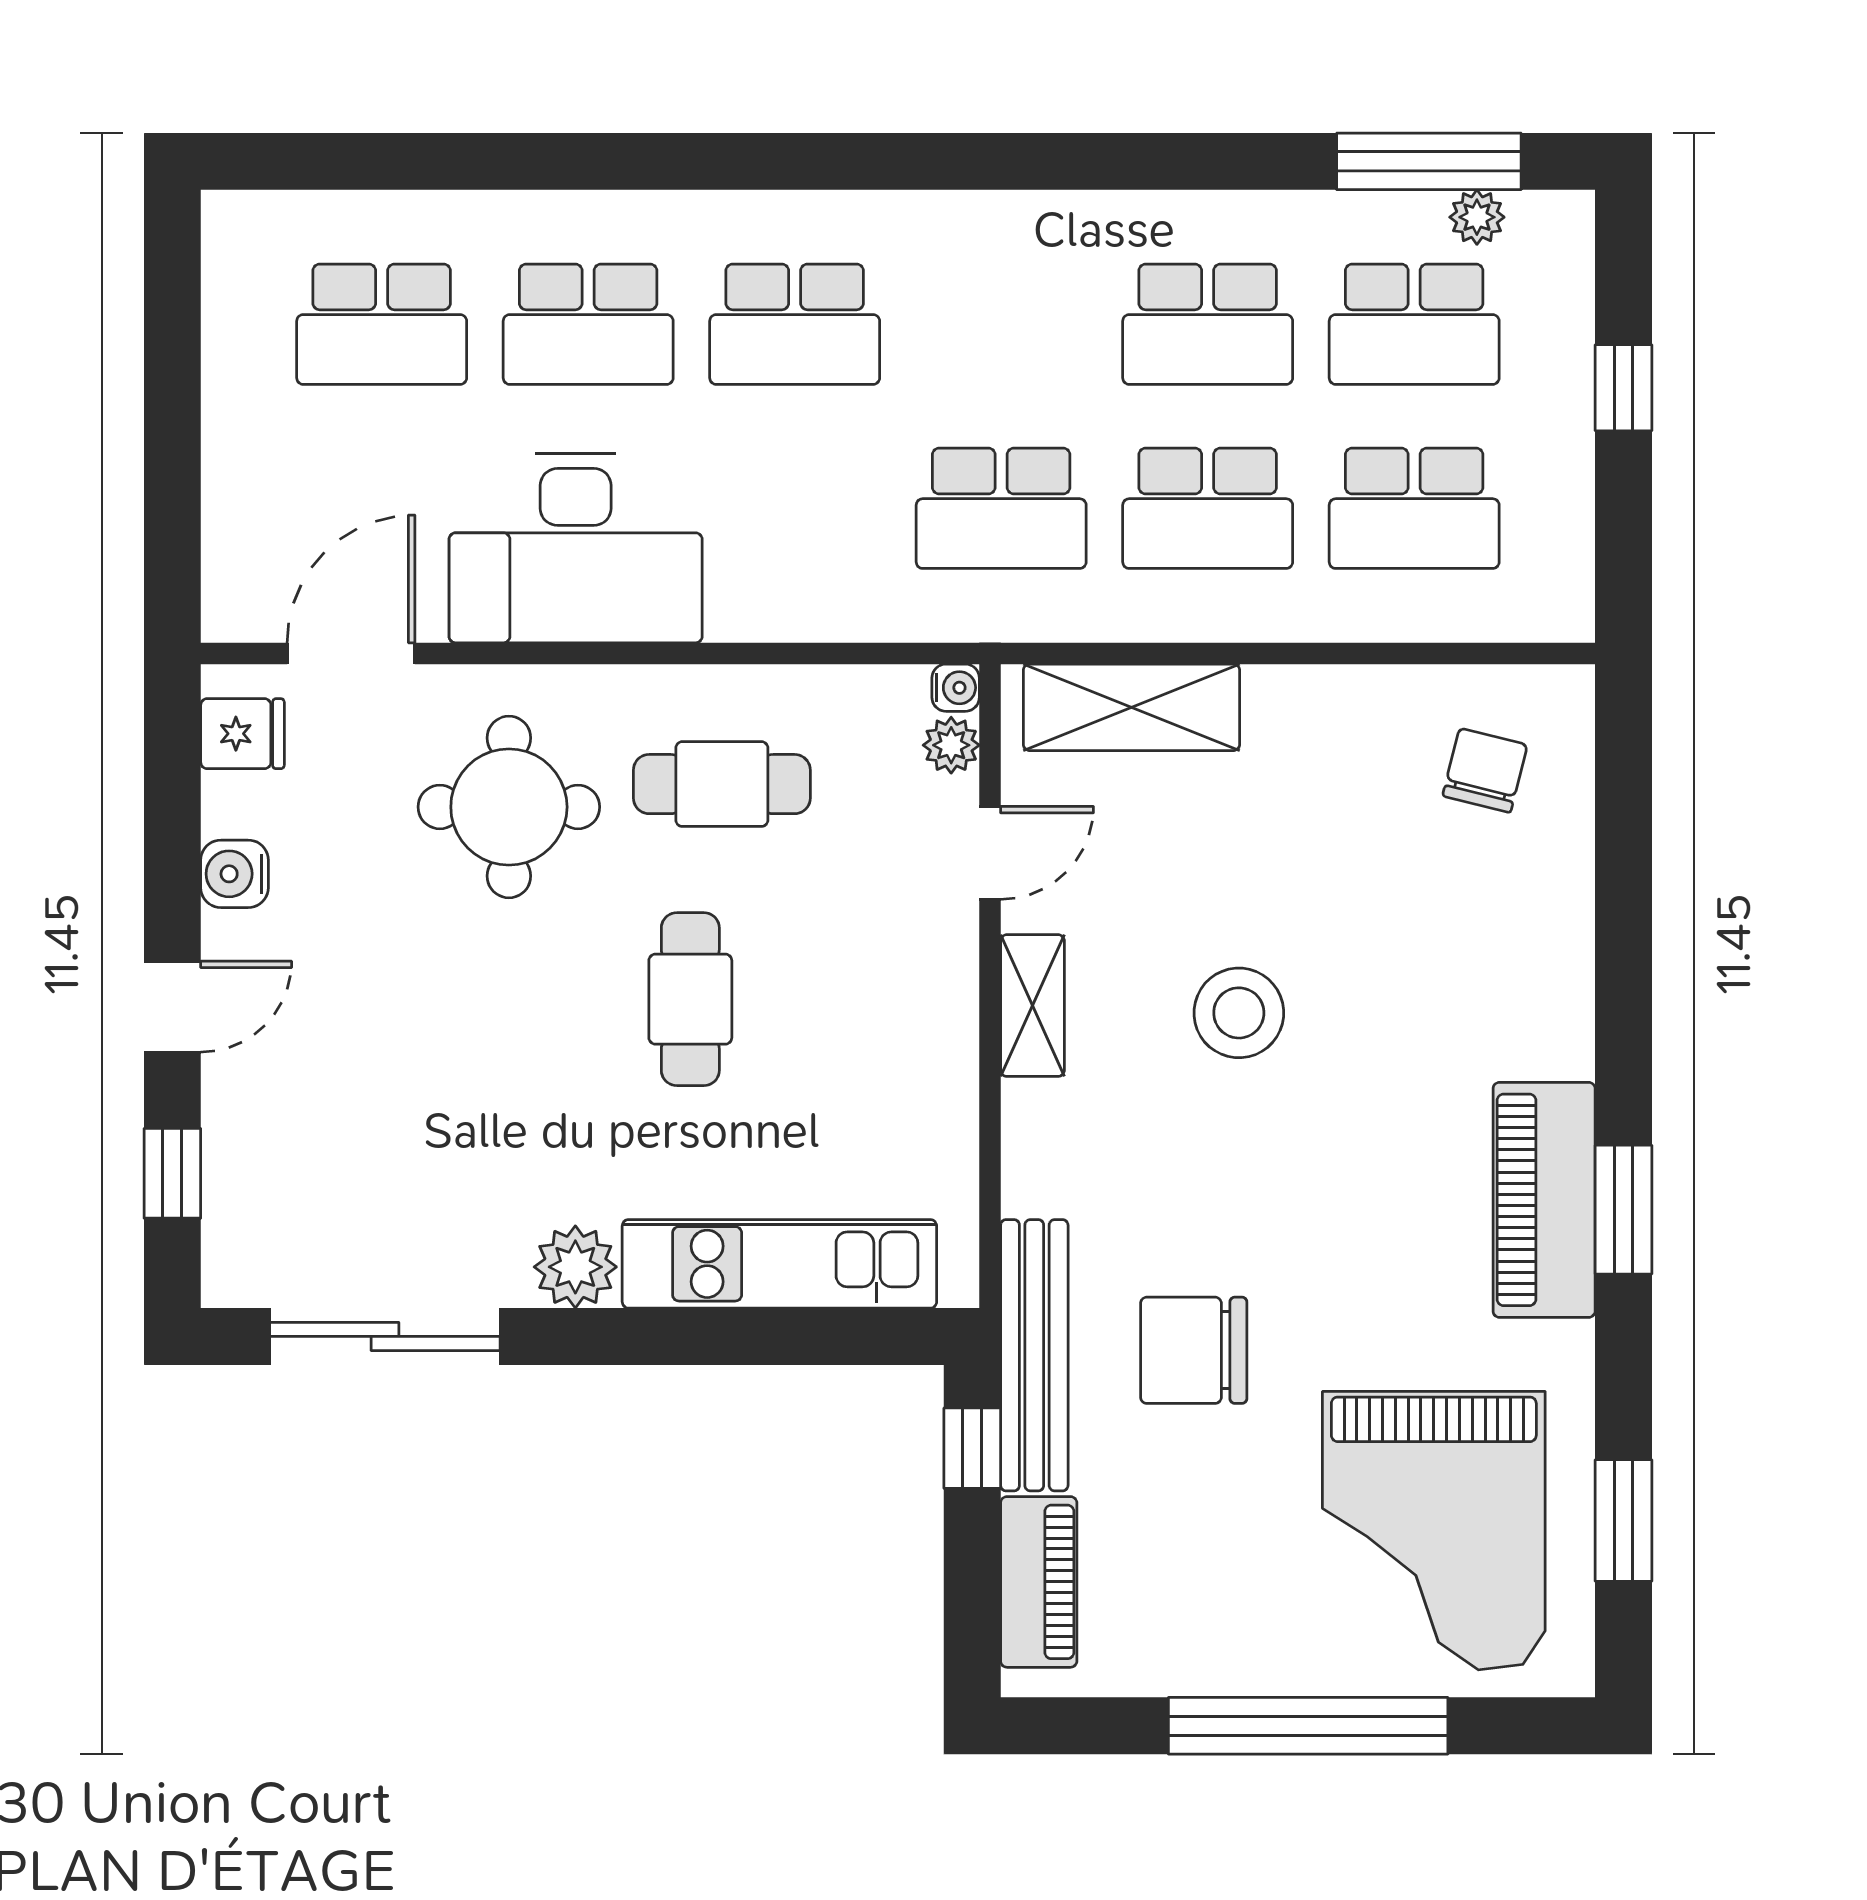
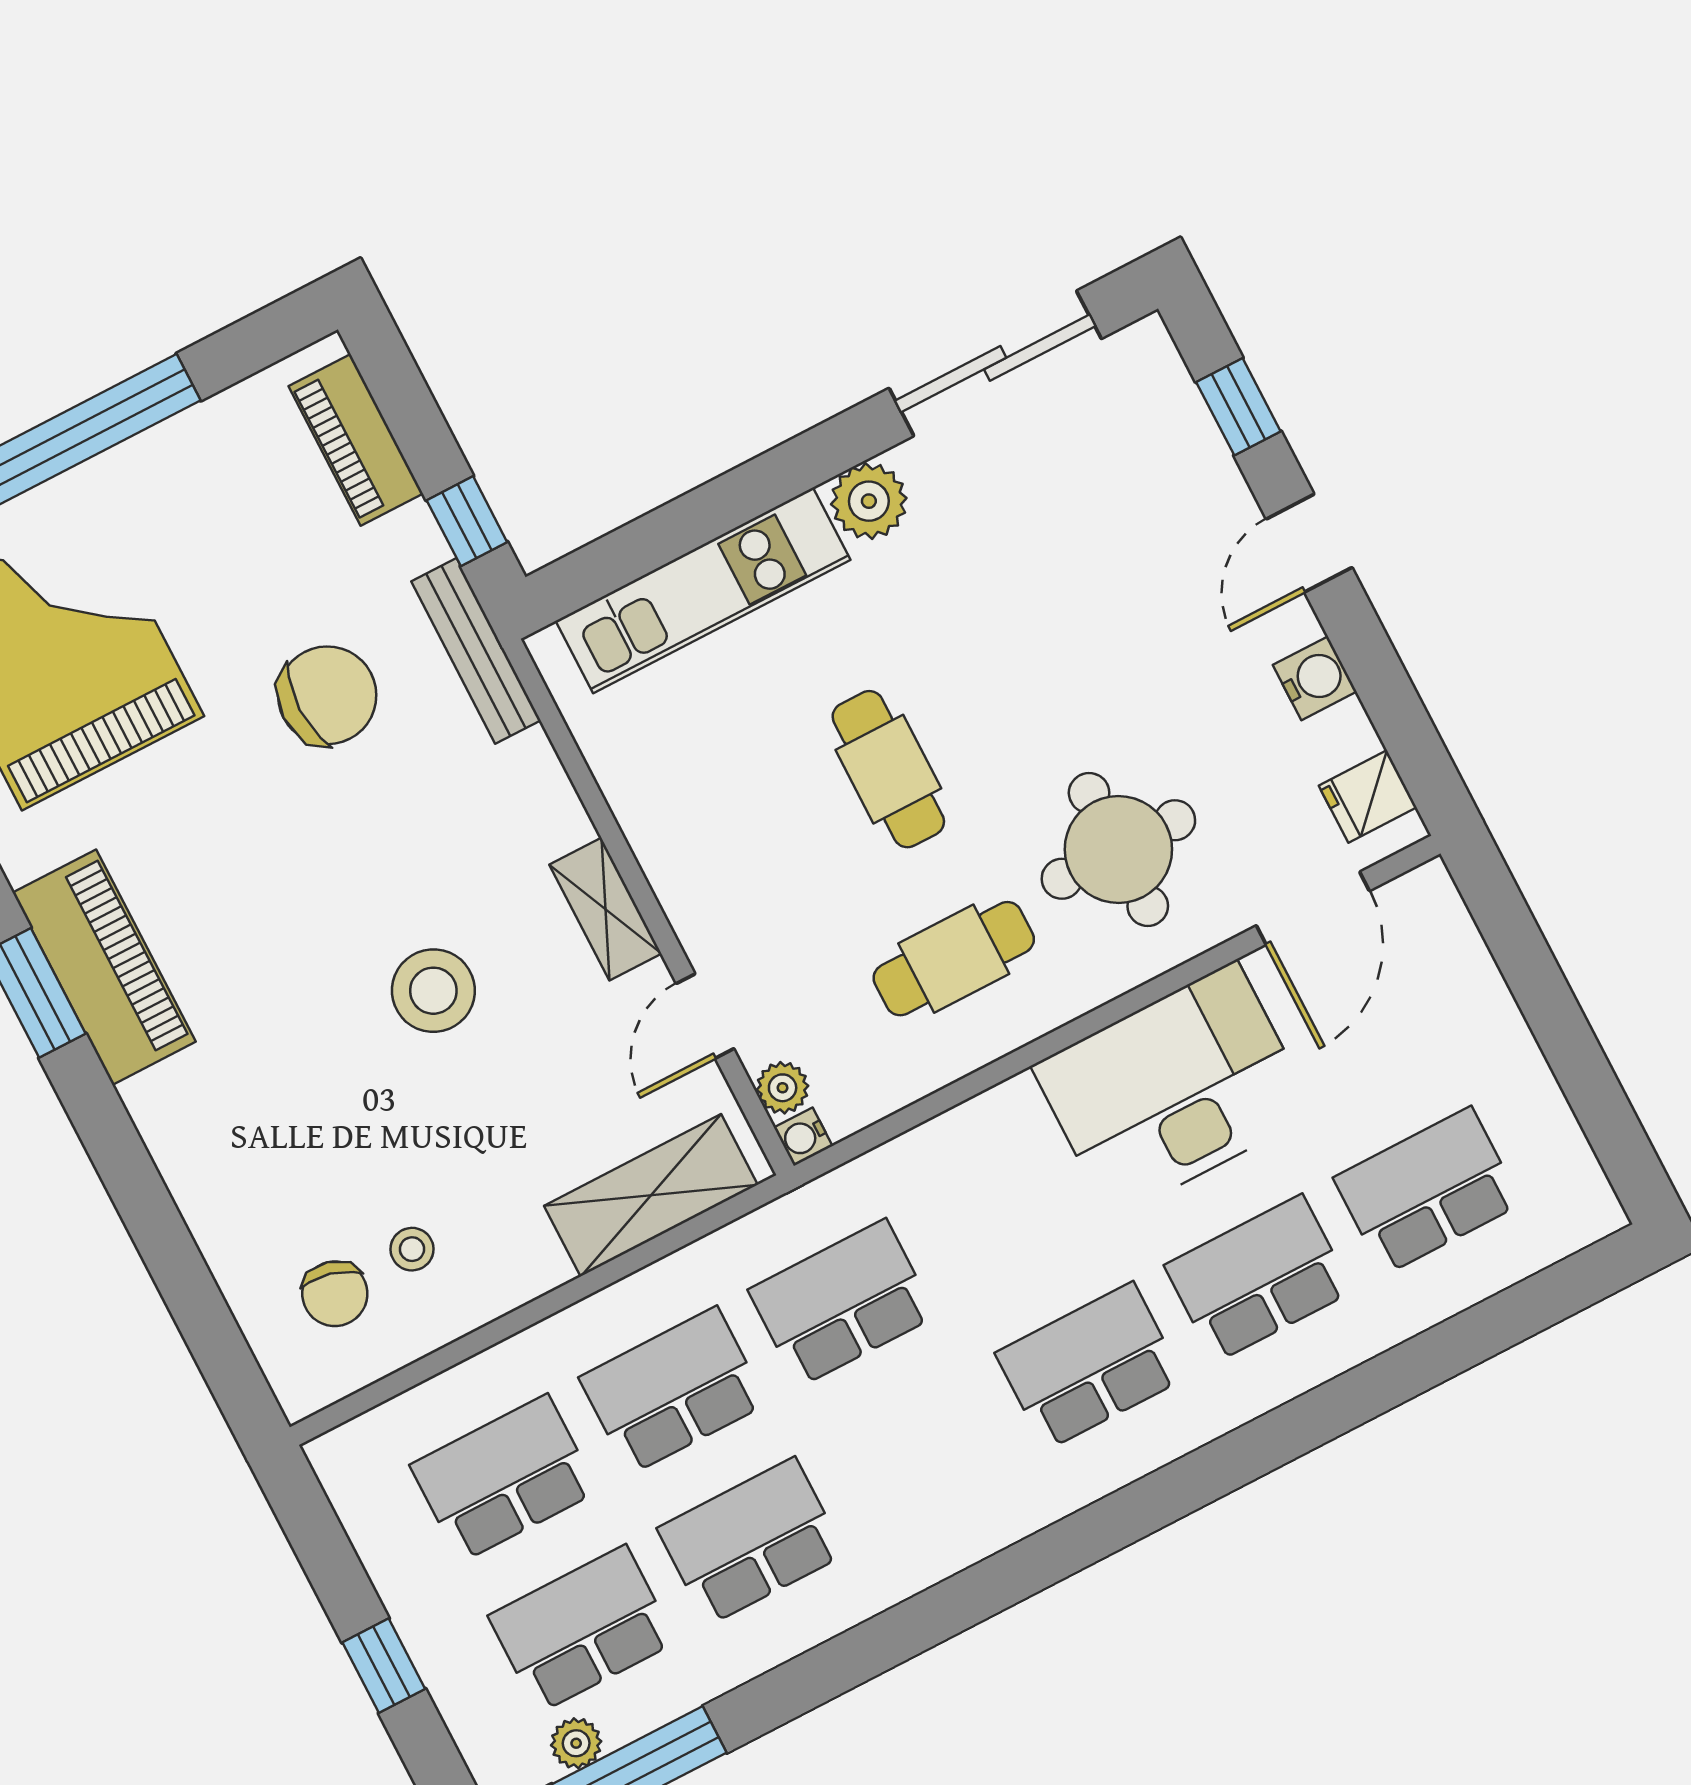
stool: (1388, 775) -> (412, 1249), added
bench: (1034, 1355) -> (476, 651), width x0.73, depth x0.82

